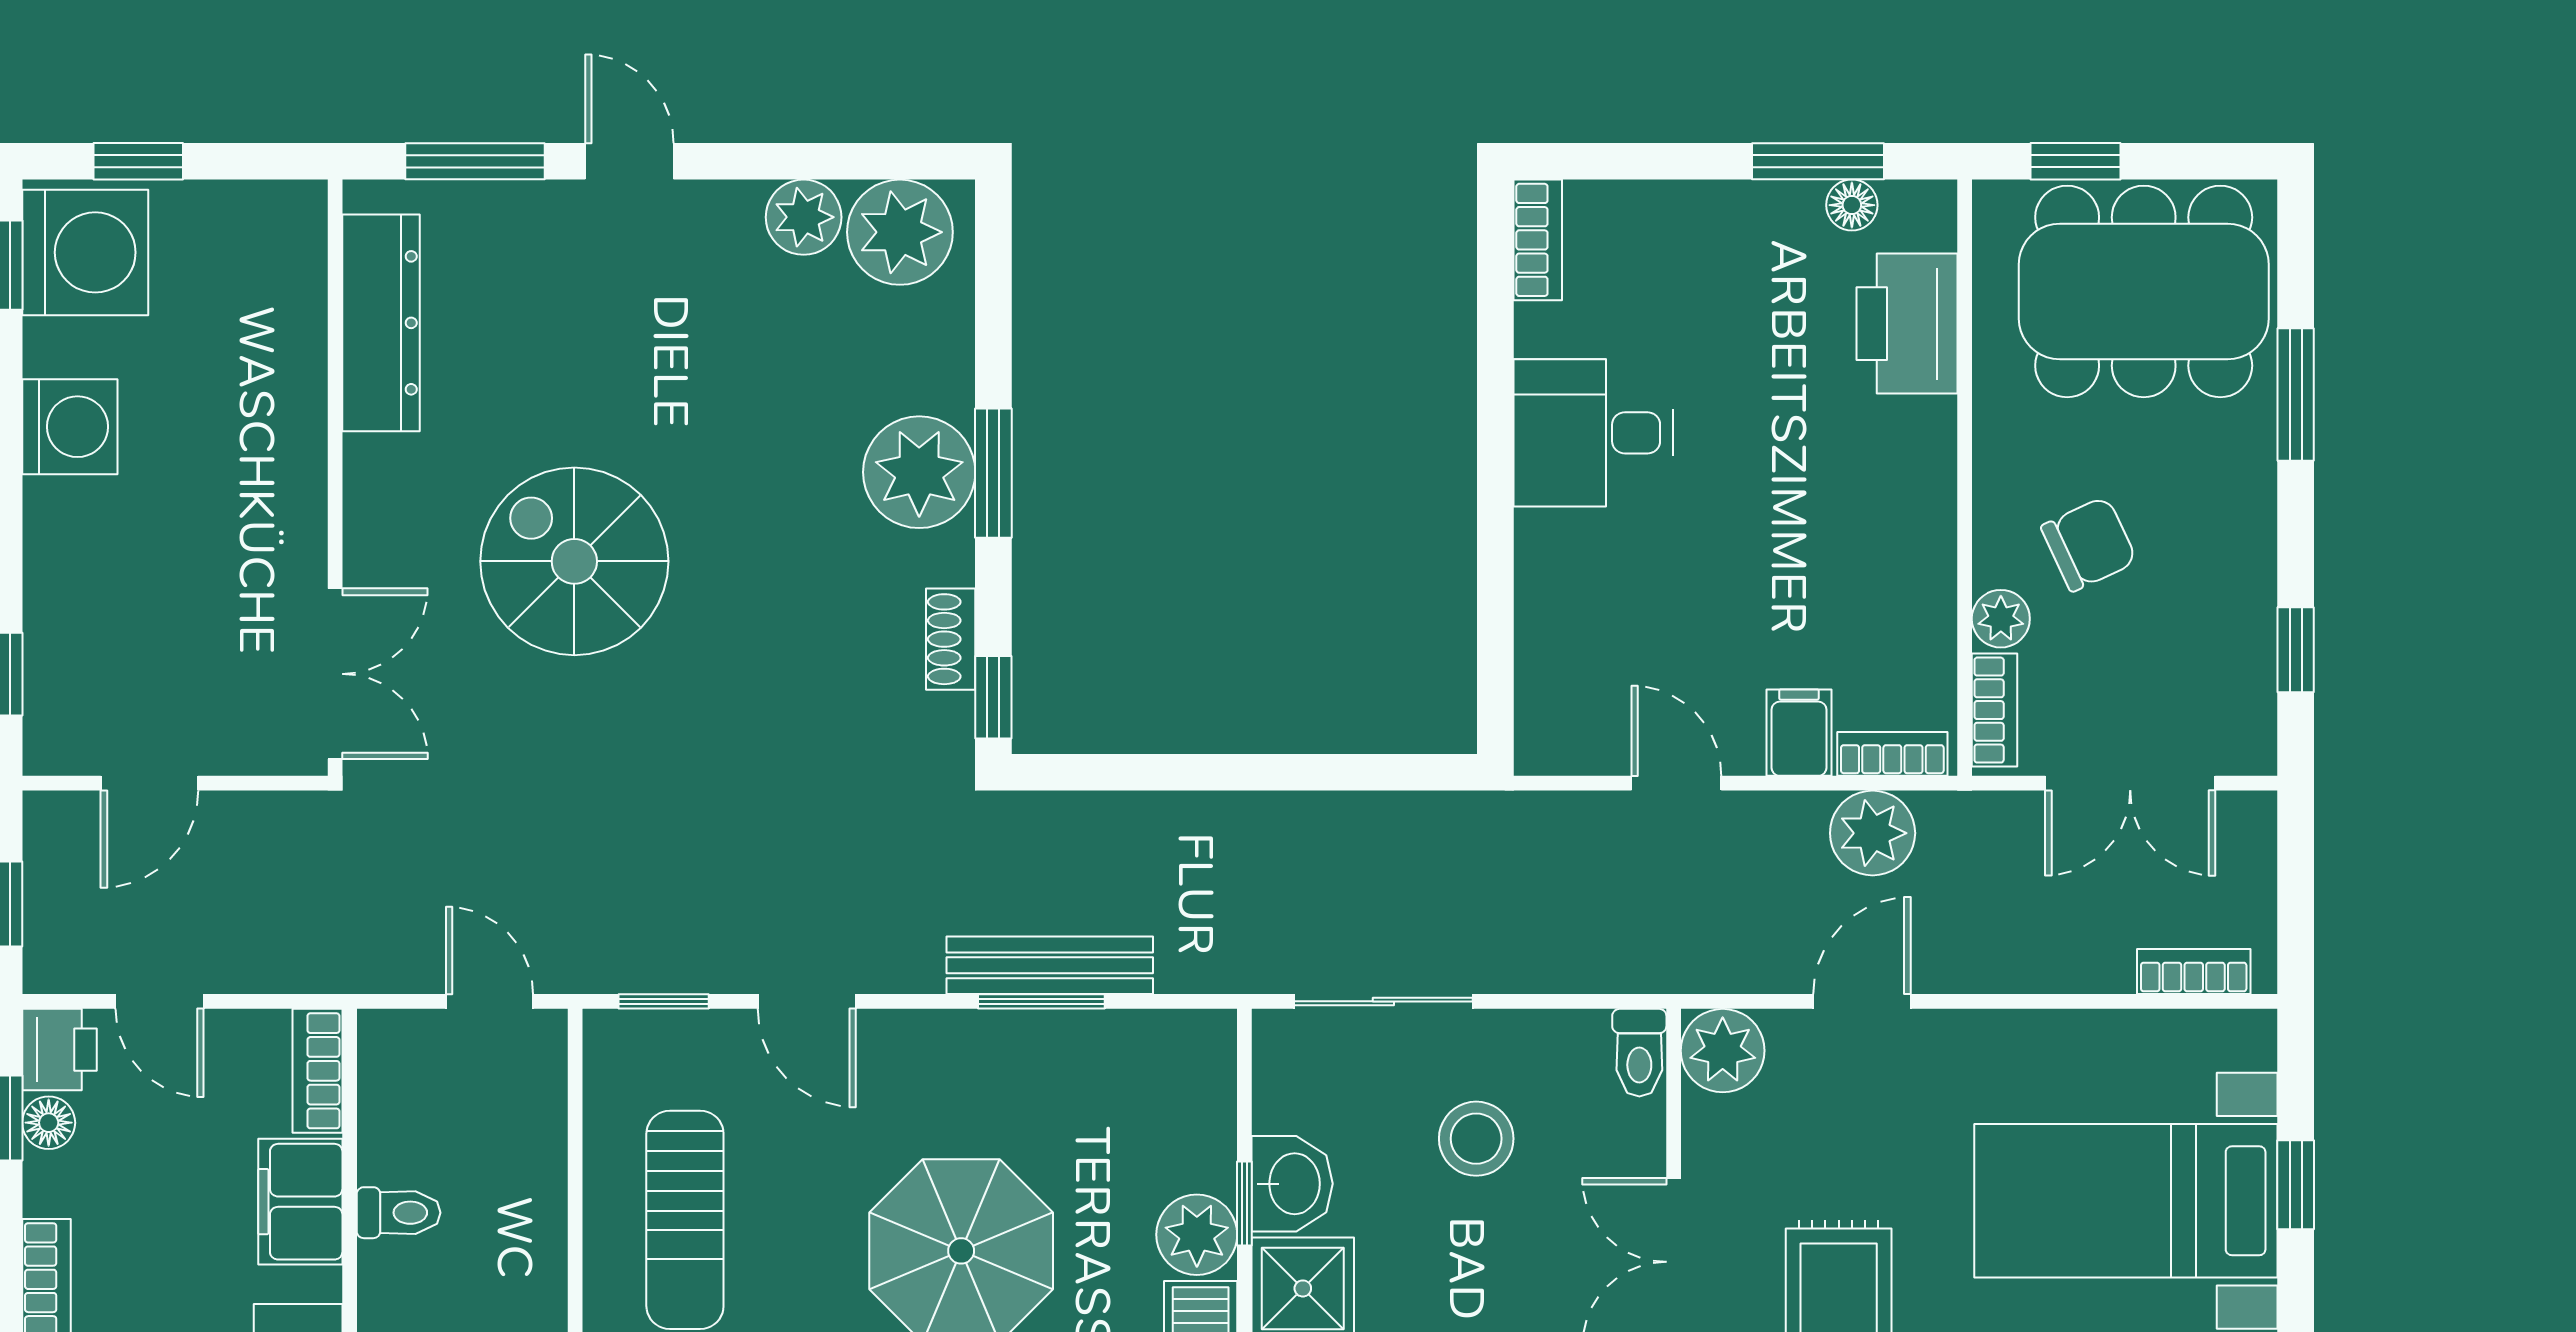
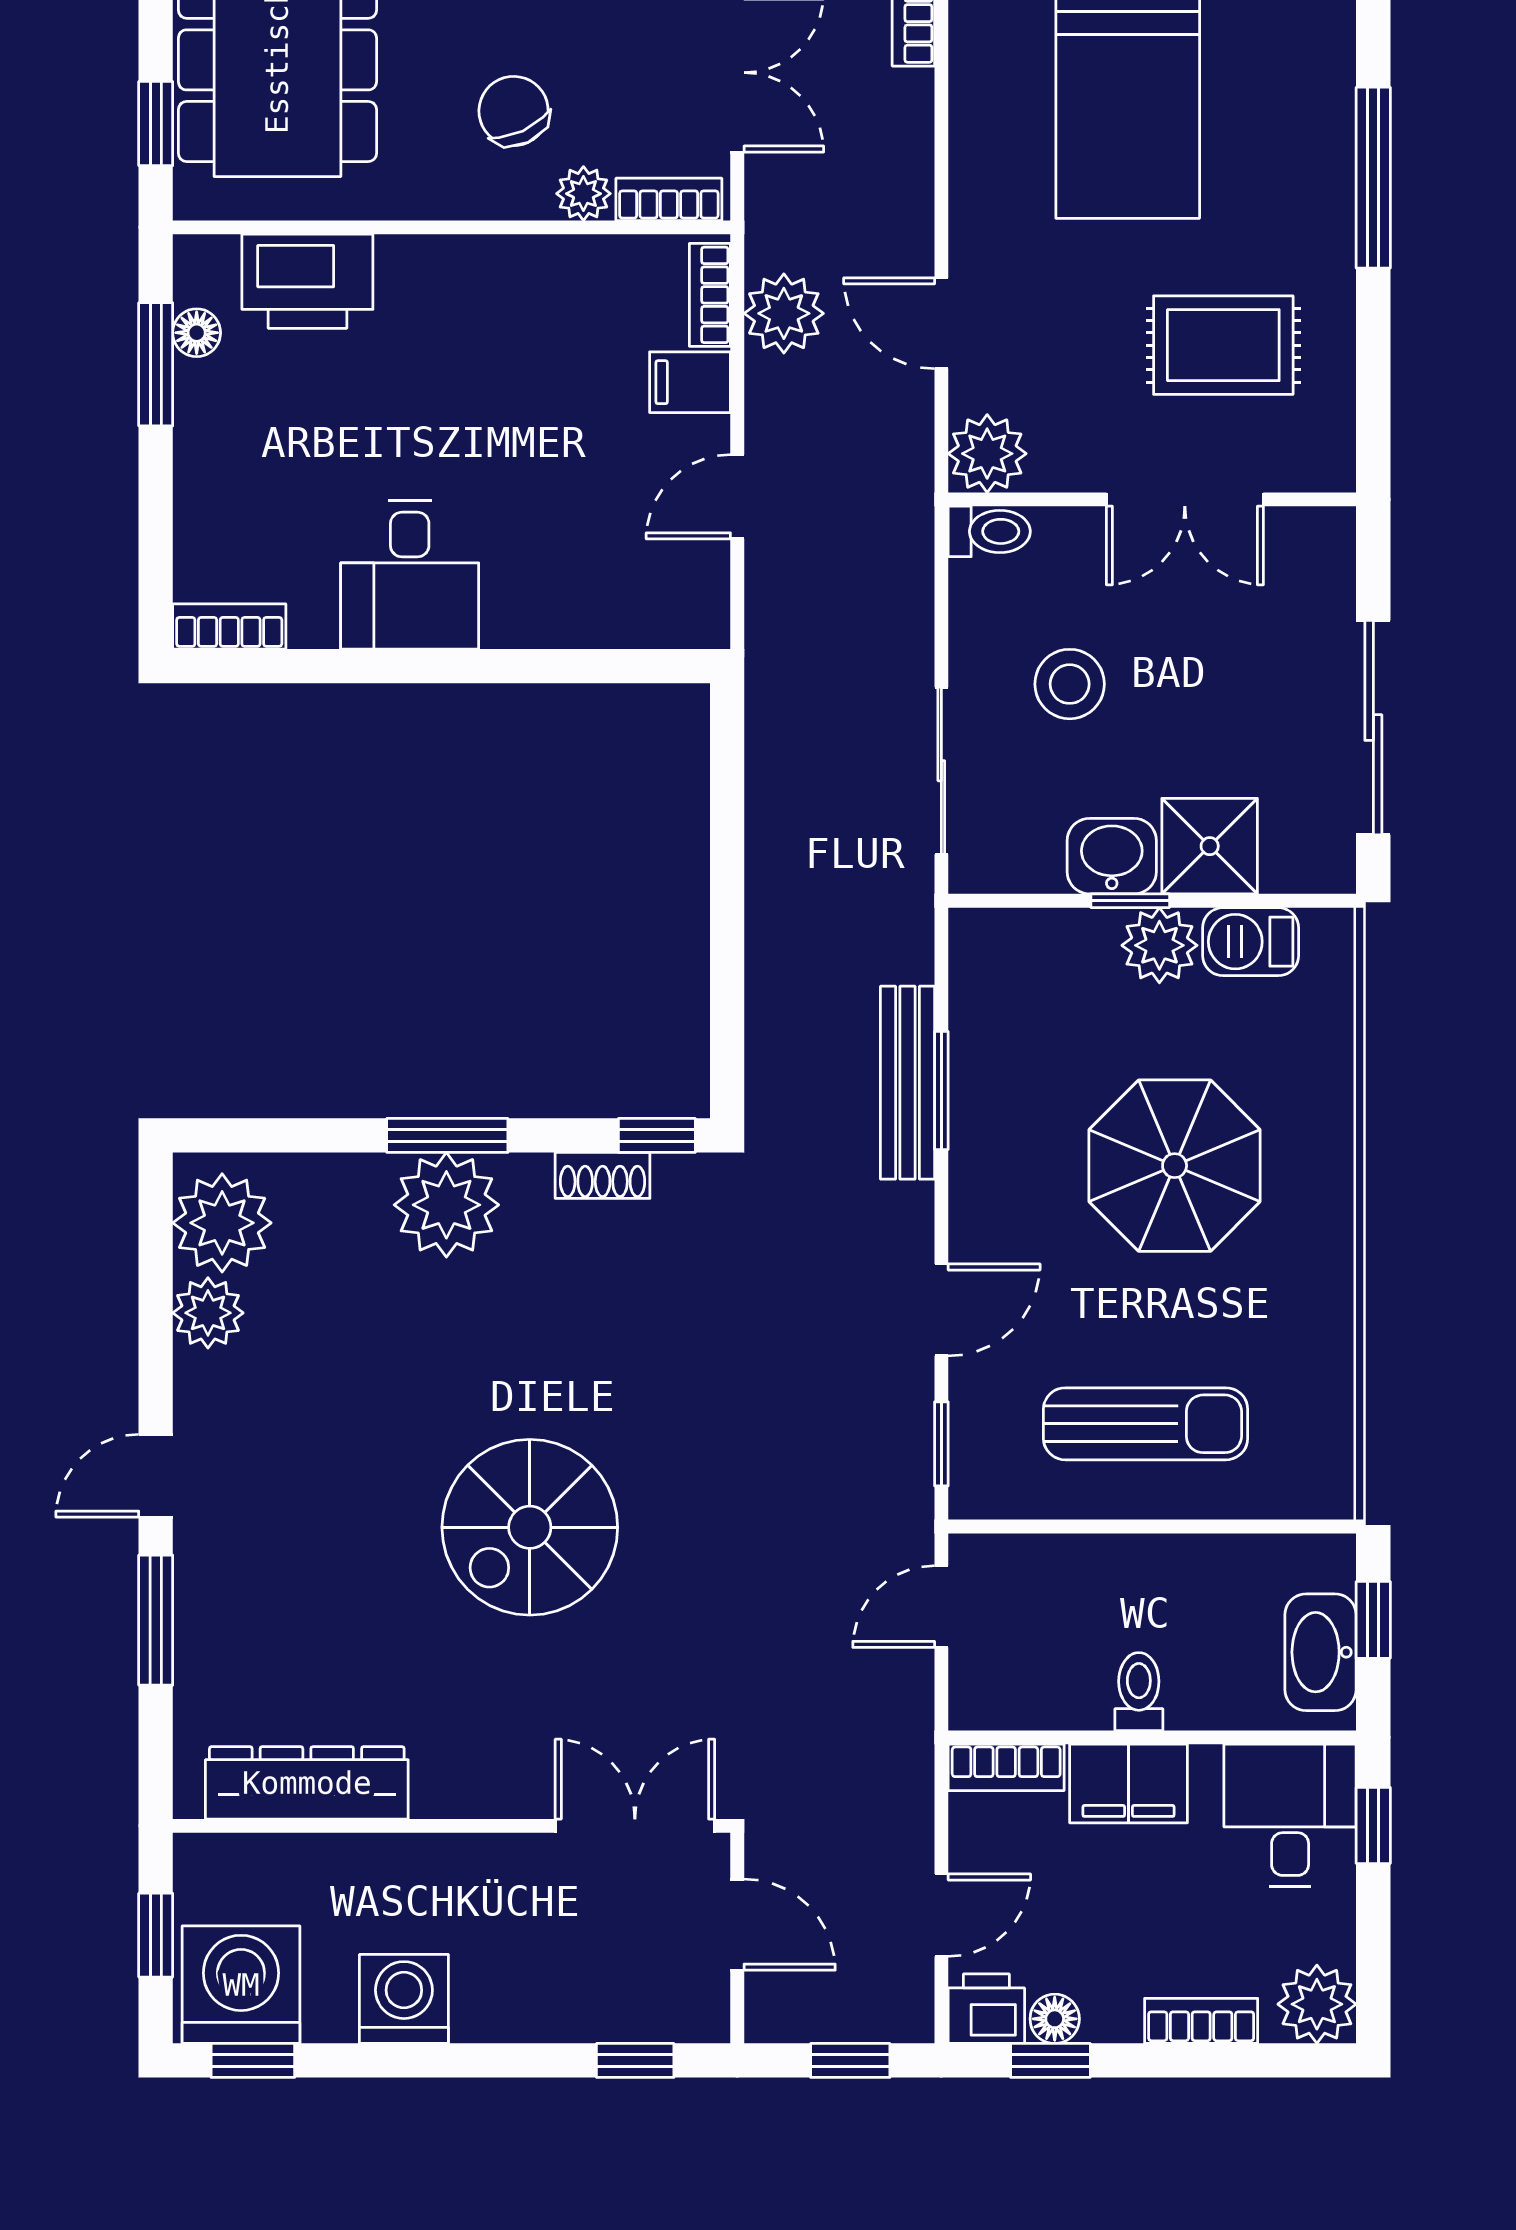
dresser: (381, 323) -> (307, 1783), moved
wall: (335, 478) -> (452, 1826), moved
double door: (335, 674) -> (635, 1826), moved

